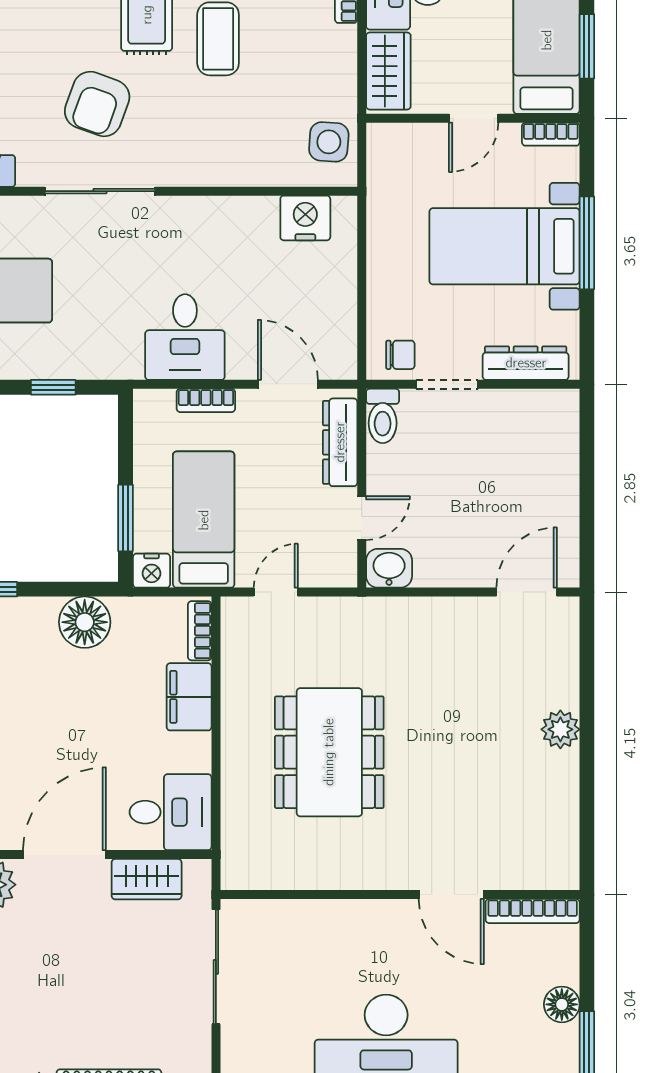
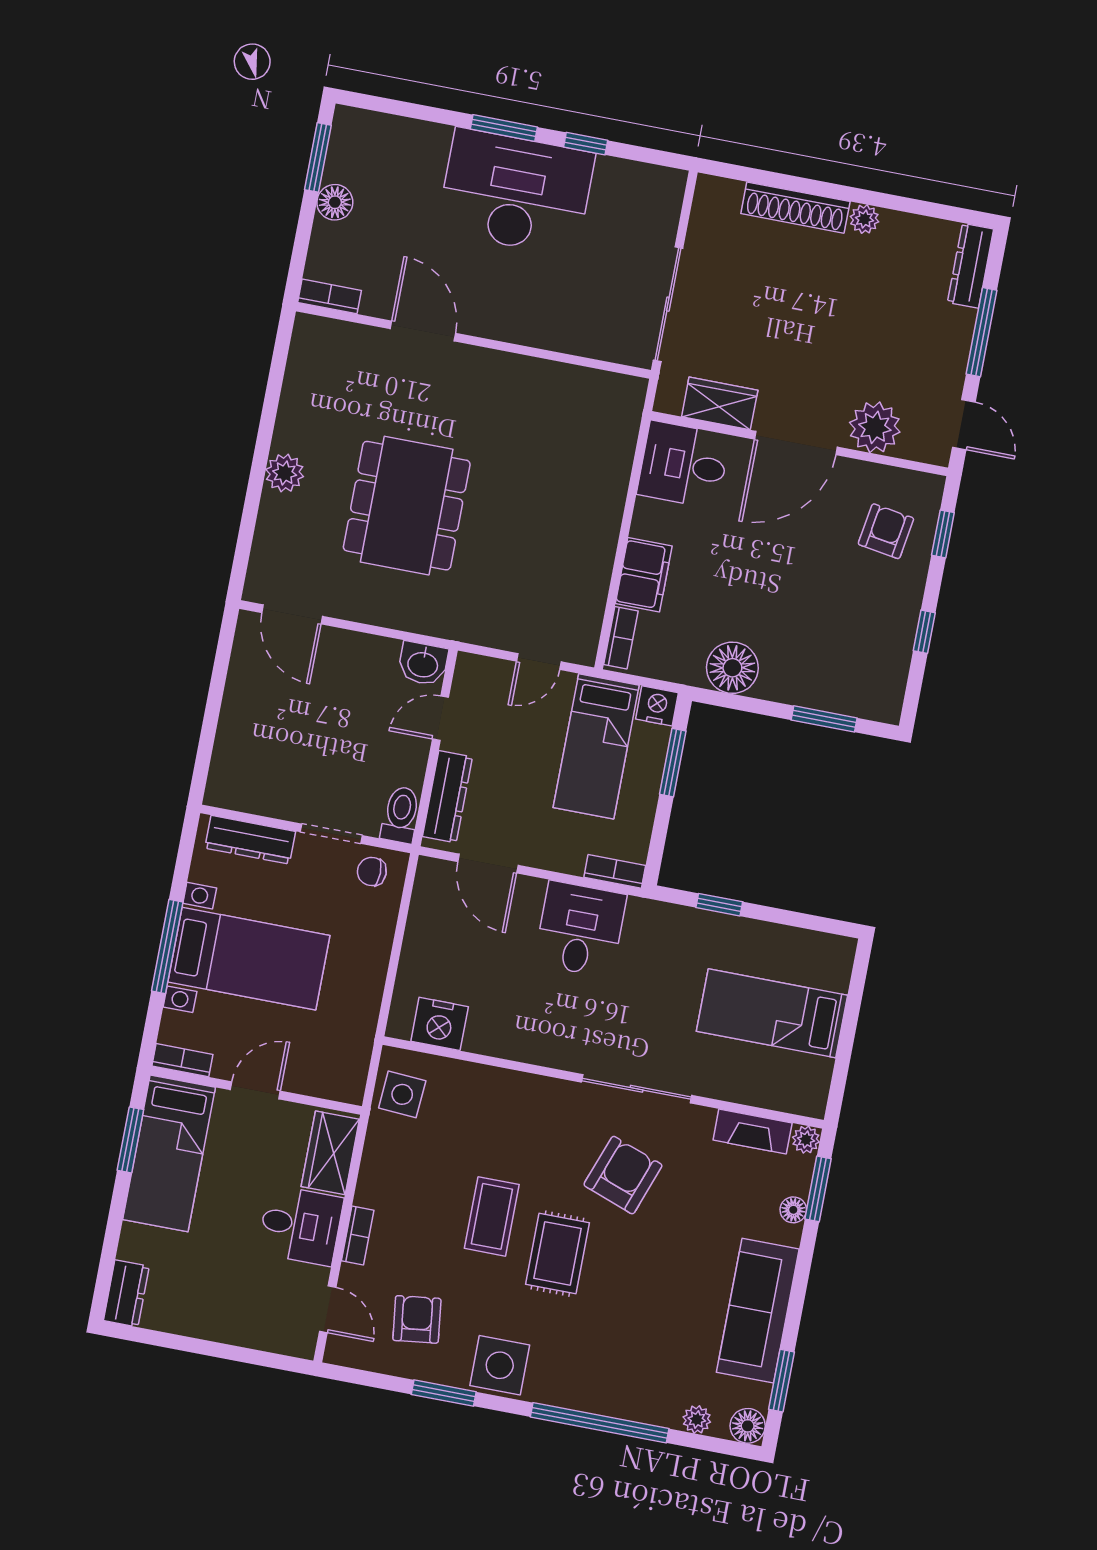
bookcase: (206, 400) -> (615, 871), moved
door: (527, 592) -> (292, 614), hinge flipped
dining table: (329, 752) -> (407, 506), moved
bookcase: (533, 911) -> (329, 296), width x0.64

